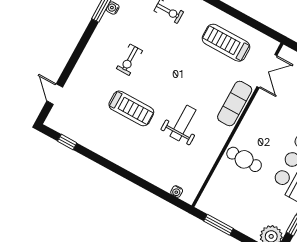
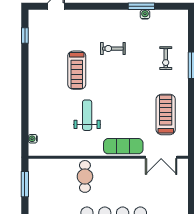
weight bench: (183, 123) -> (87, 115), turned -90

